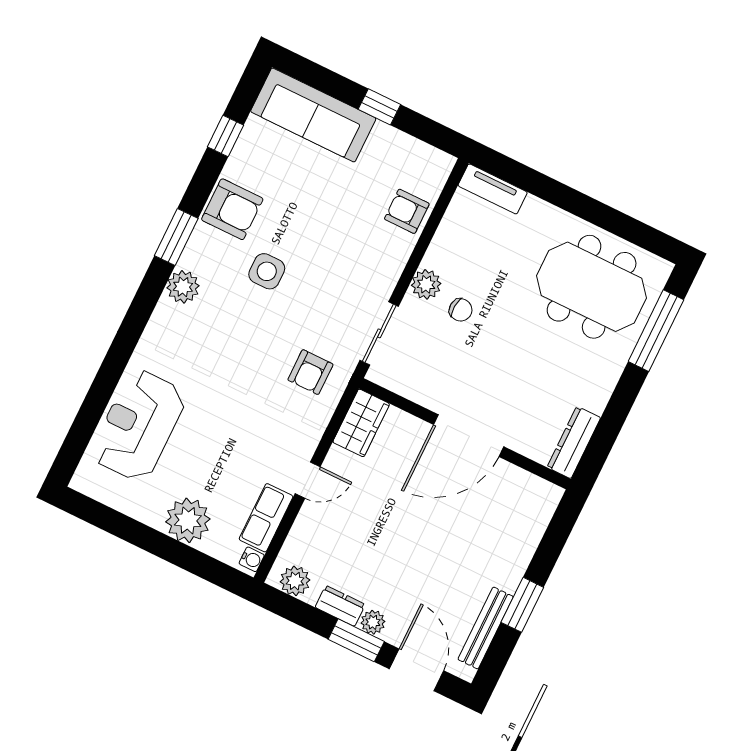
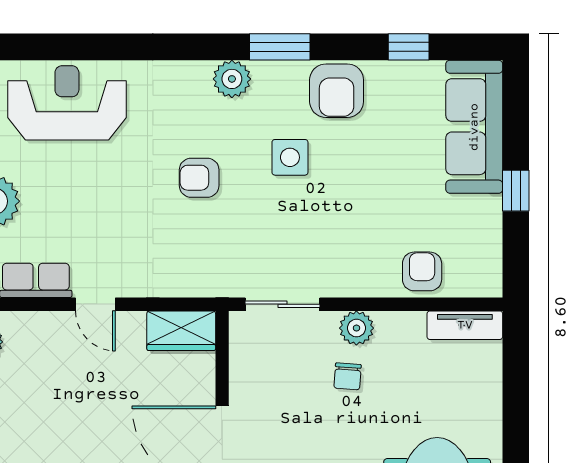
tv unit: (493, 189) -> (465, 325), moved, turned -90
armchair: (310, 372) -> (199, 178), moved

